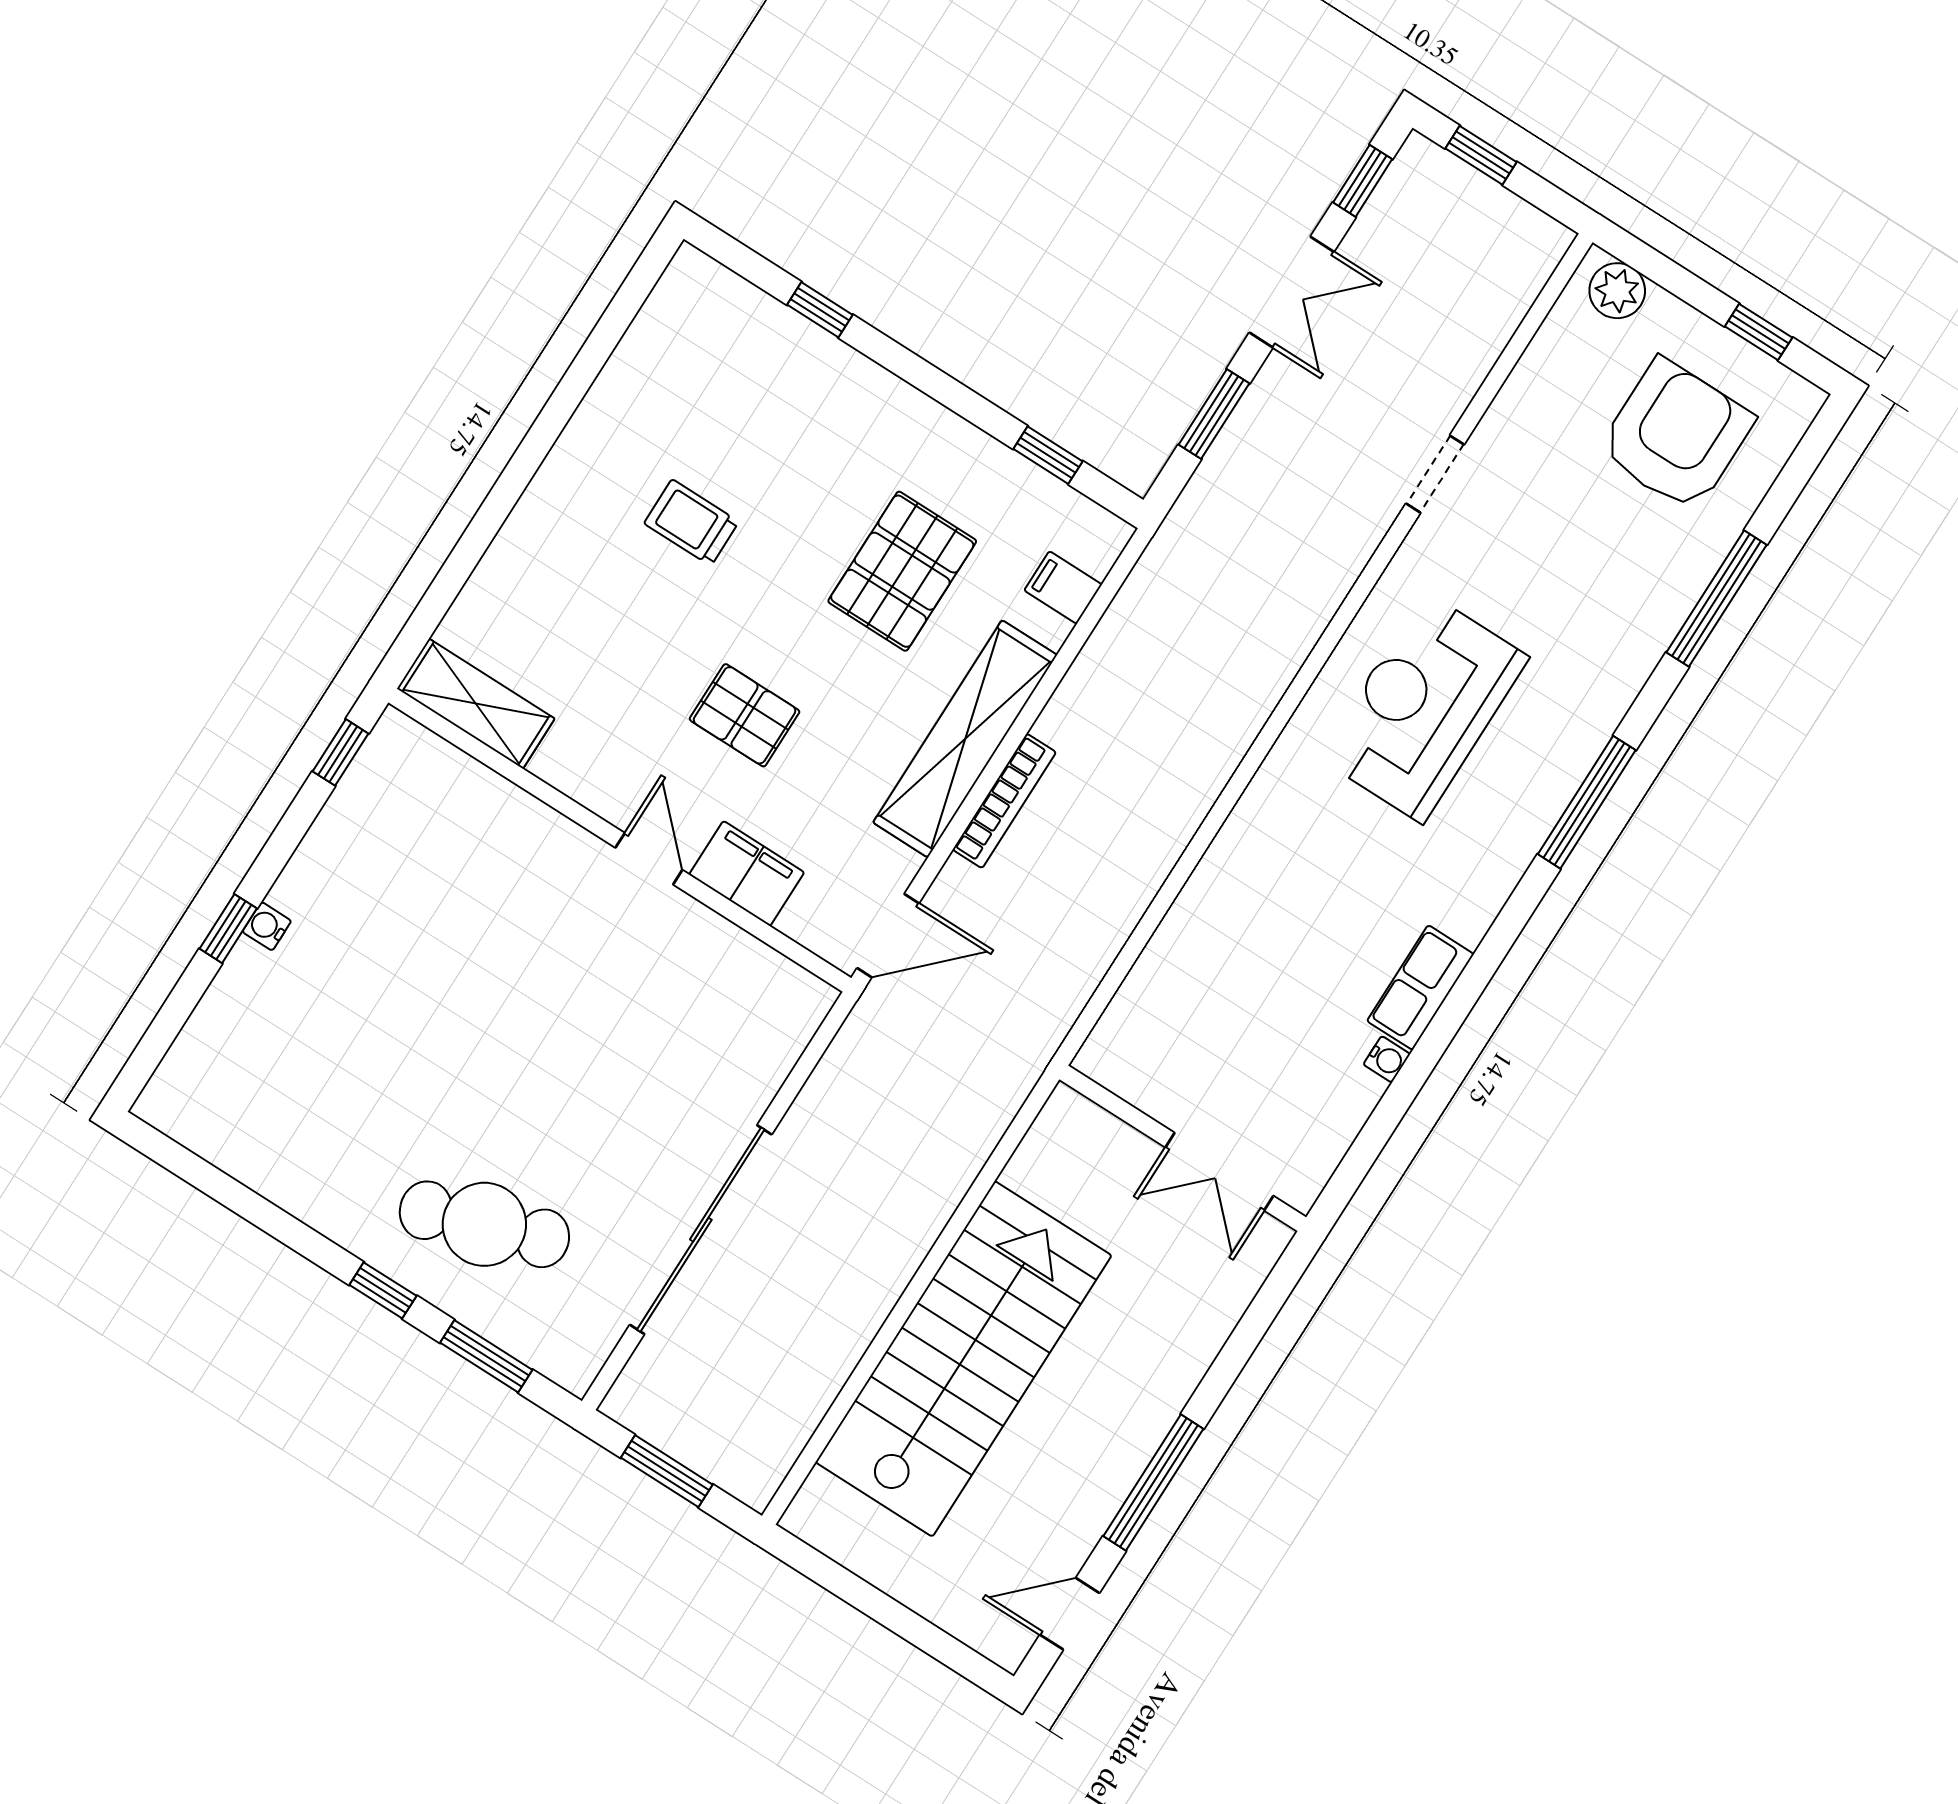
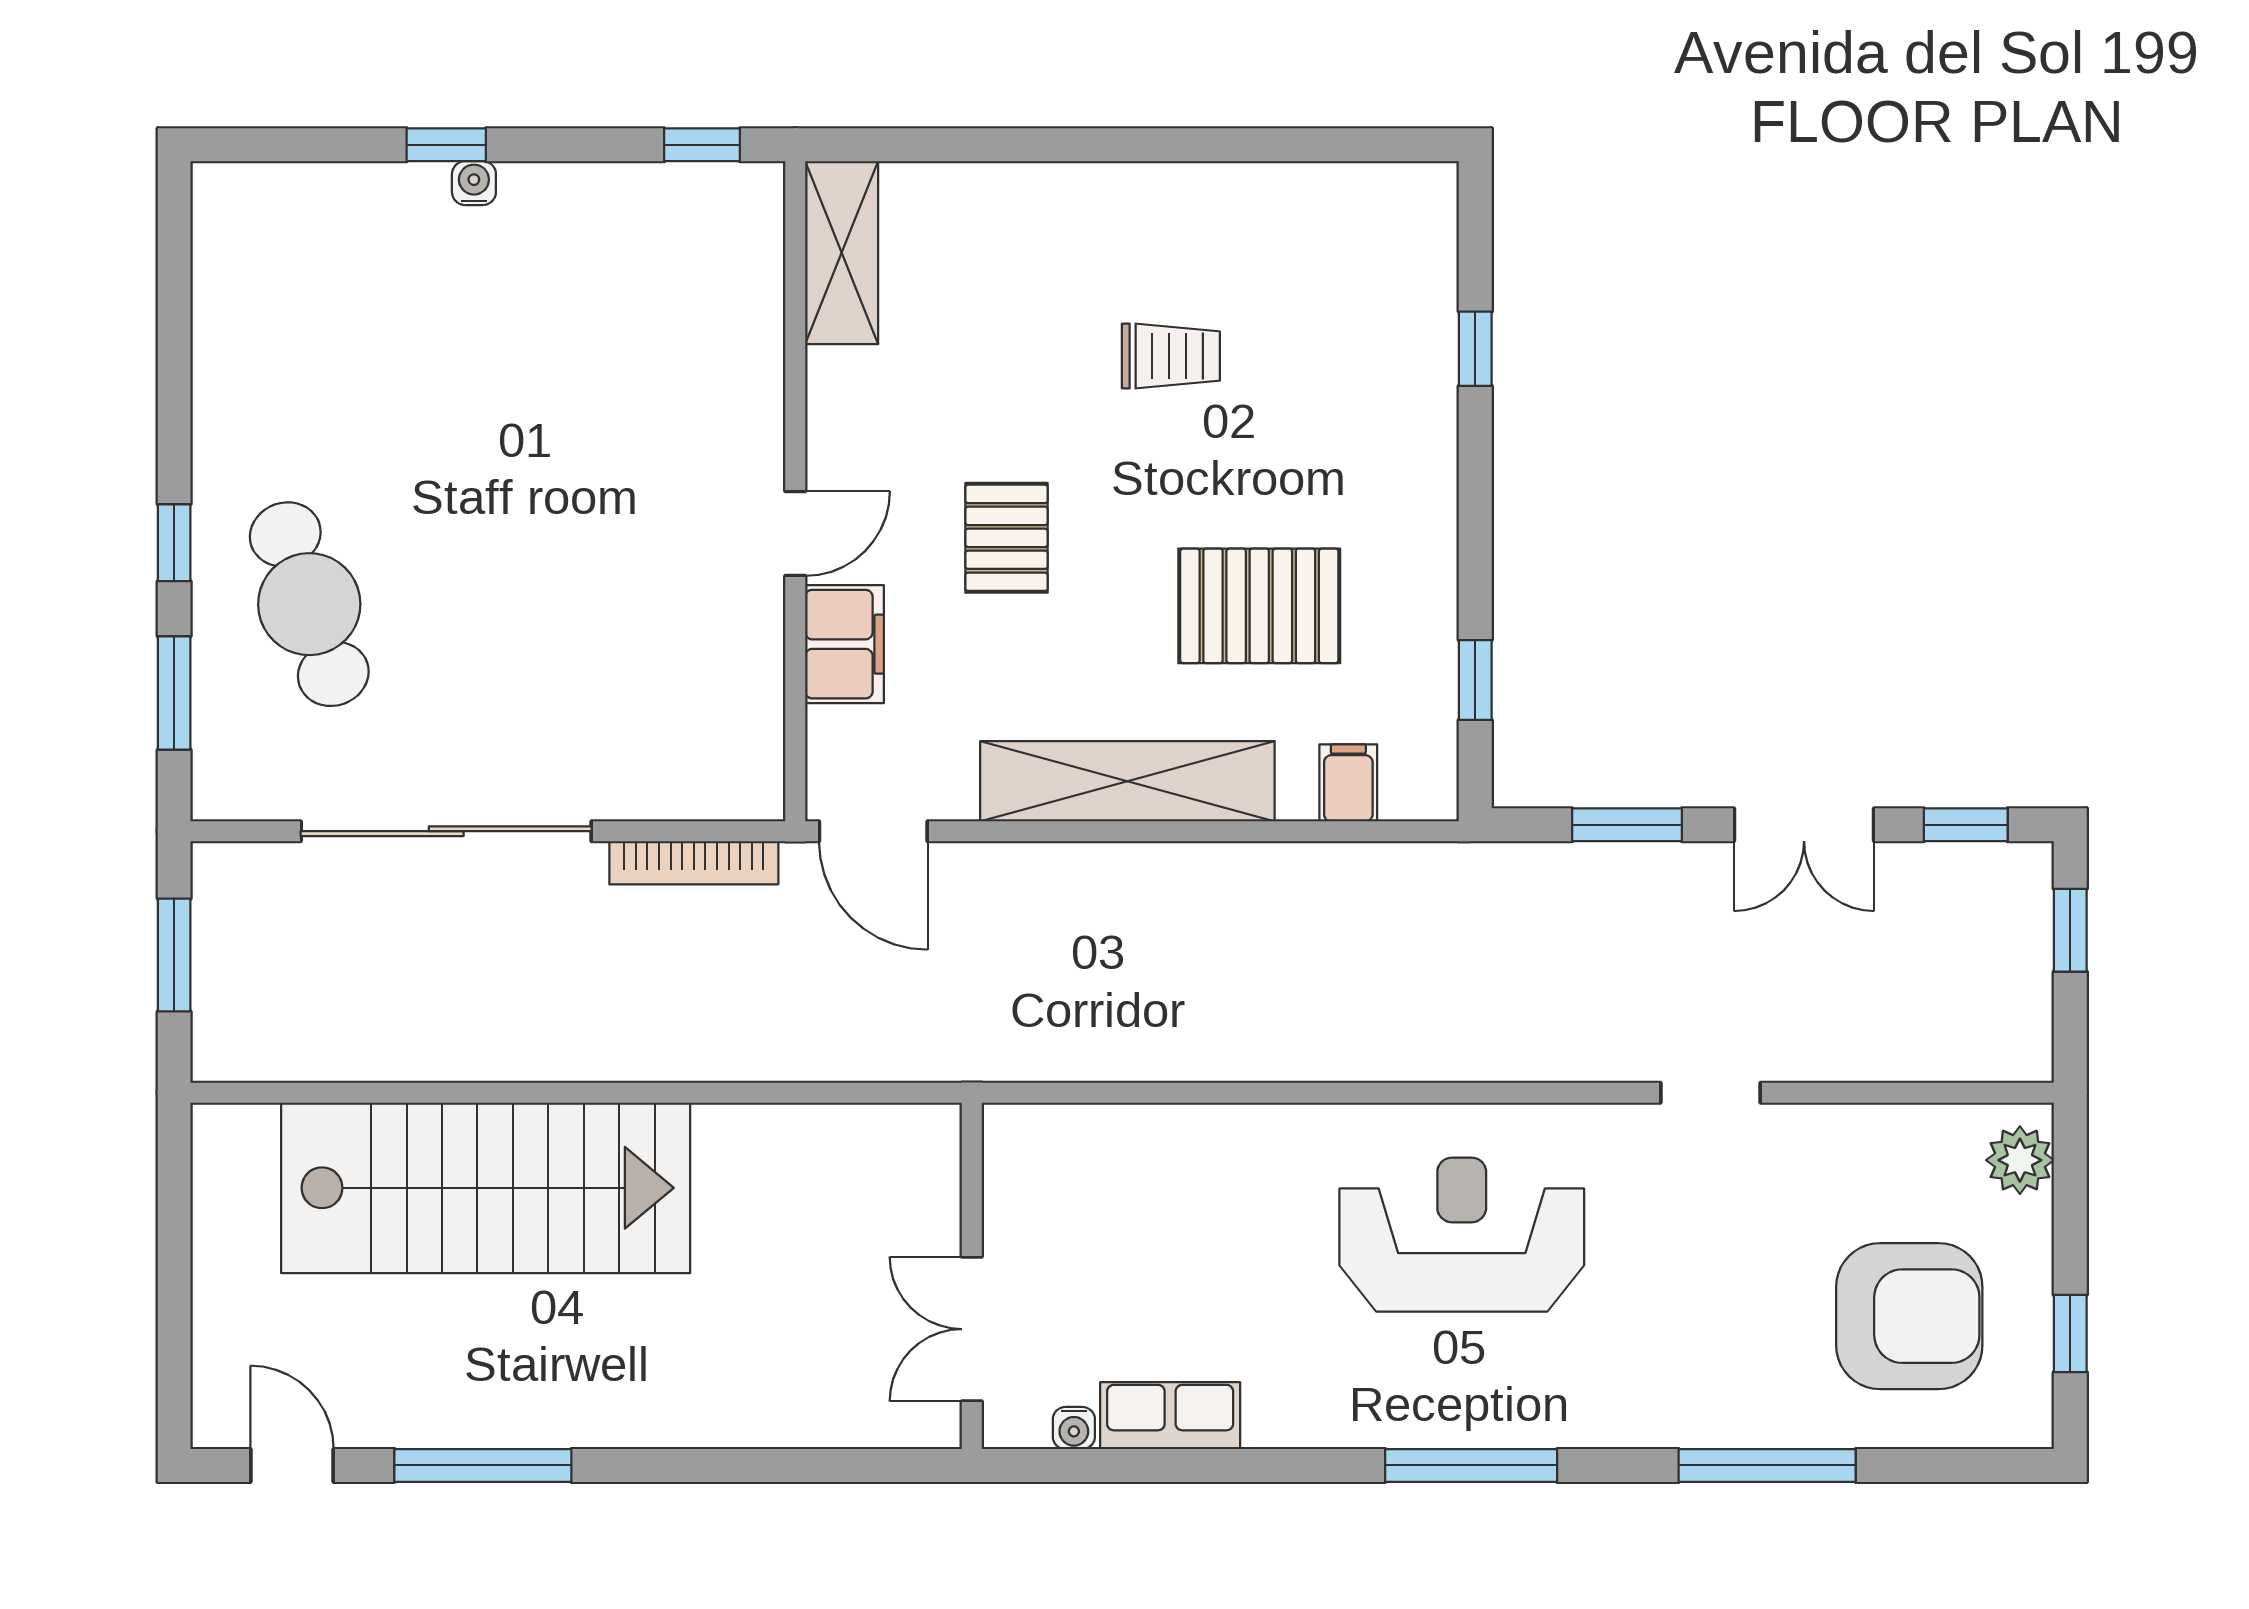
trolley: (691, 522) -> (1171, 356), turned 90
bookcase: (1004, 801) -> (694, 863), moved
wall: (1183, 1148) -> (972, 1276), moved
double door: (1219, 1172) -> (972, 1329), moved

